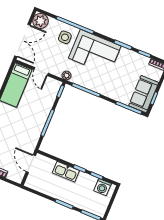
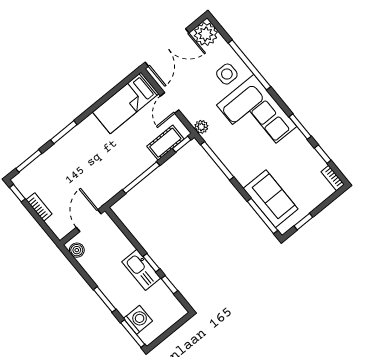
sofa: (144, 94) -> (271, 199), moved, turned 90
cot: (51, 95) -> (165, 143), added
kitchen sink: (66, 172) -> (141, 270), moved
boiler: (33, 184) -> (77, 250), added
washing machine: (103, 187) -> (138, 320), moved, turned 180

